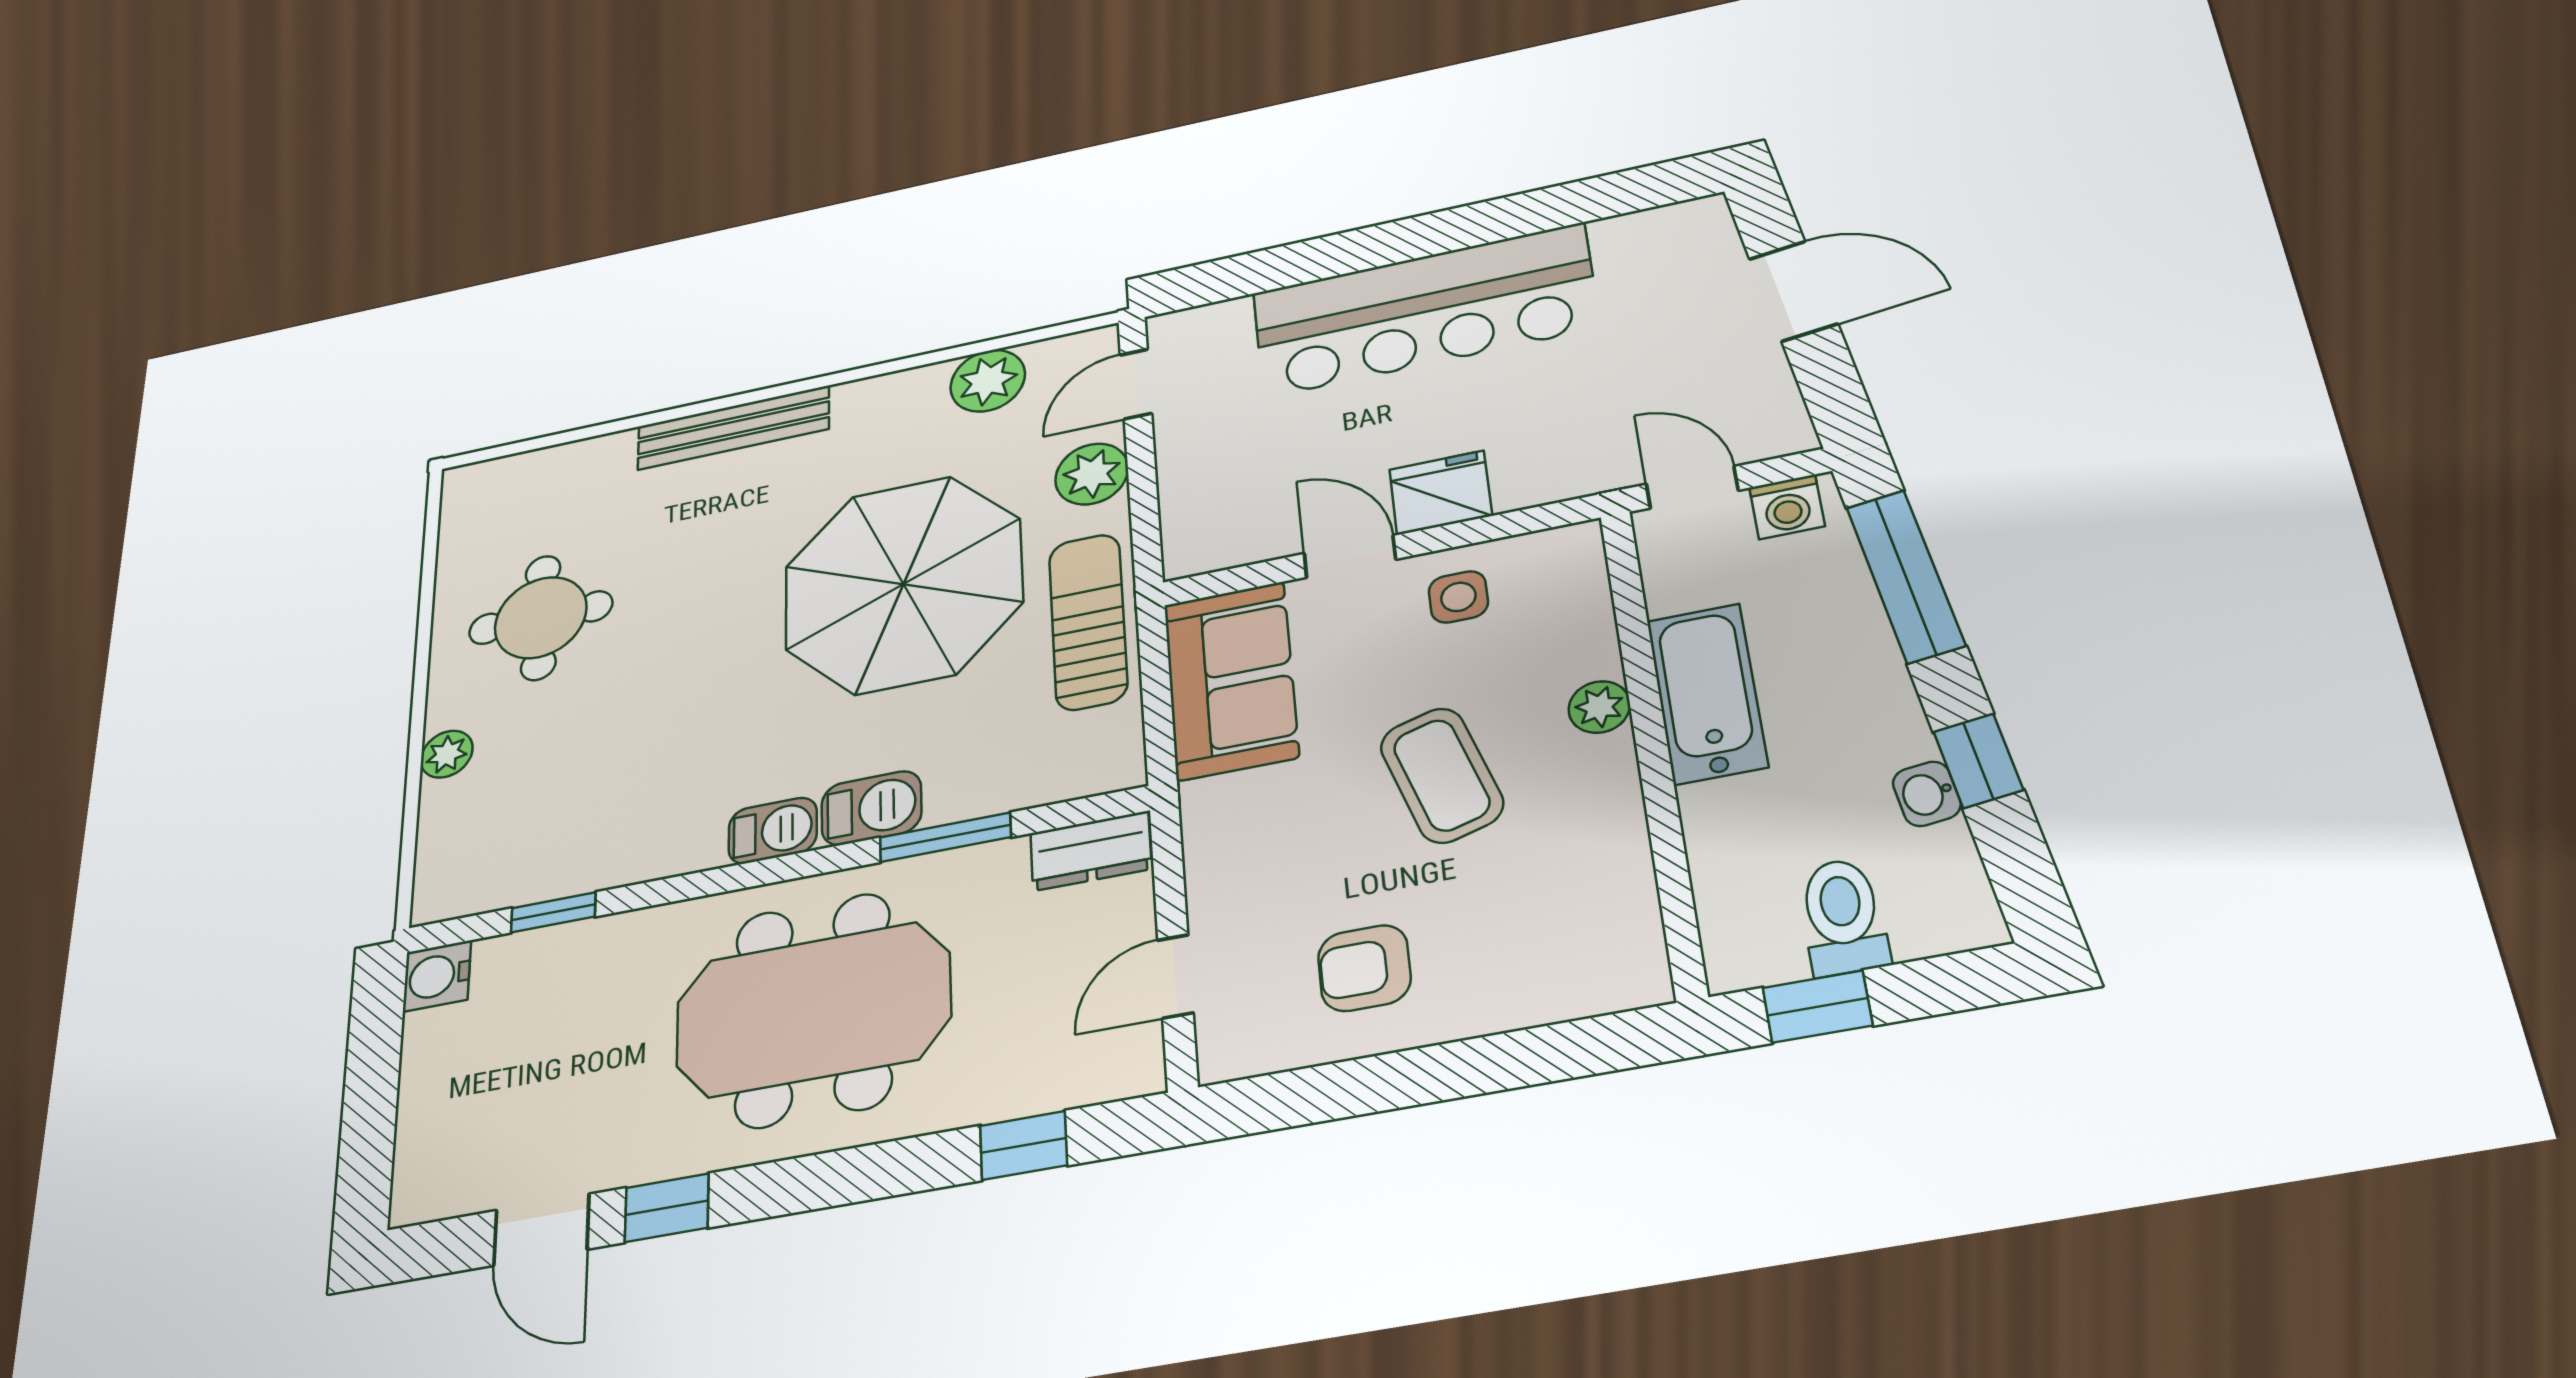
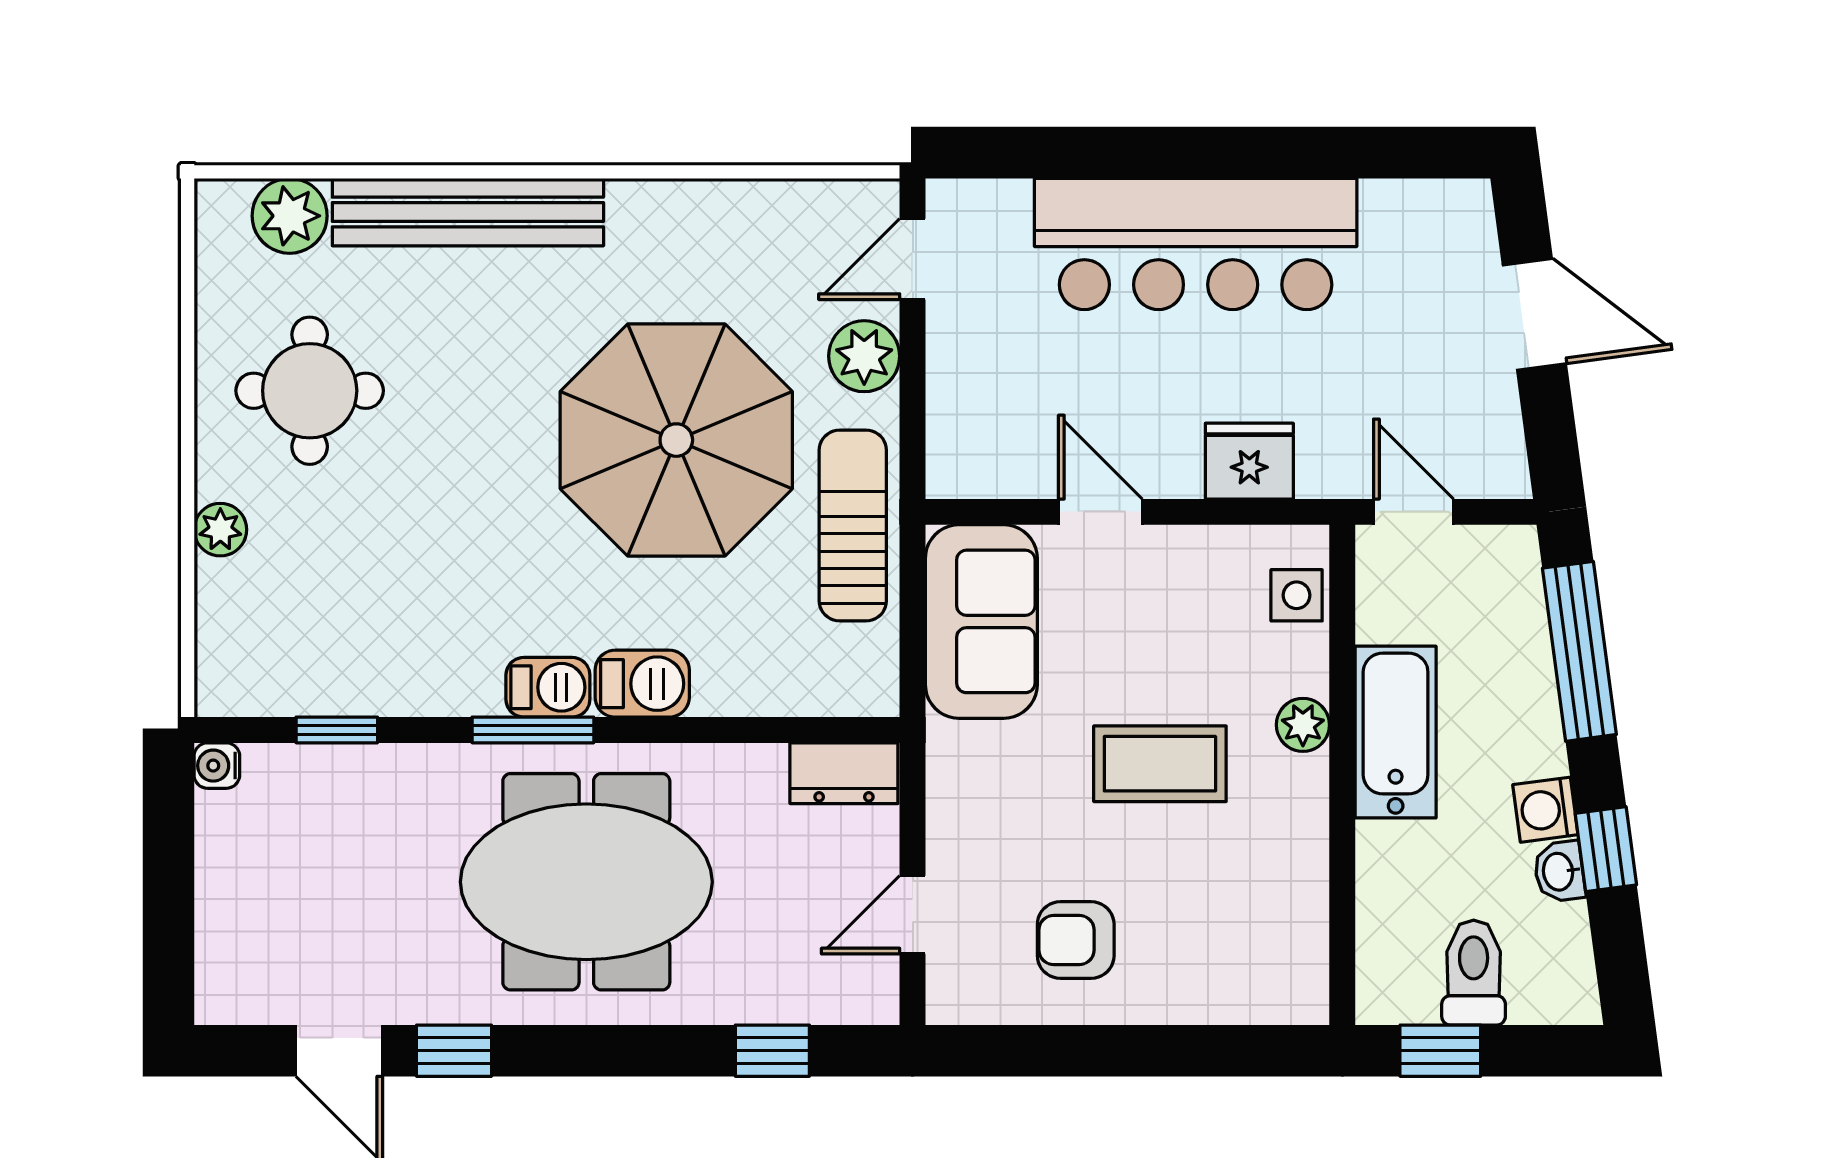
plant: (988, 381) -> (290, 216), moved
bench: (733, 428) -> (468, 212), width x1.37, depth x1.21
fridge: (1441, 493) -> (1249, 461), moved
washing machine: (1787, 507) -> (1545, 810), moved, turned 82
side table: (1458, 597) -> (1297, 595), moved
coffee table: (1442, 775) -> (1160, 764), turned -73
window: (945, 837) -> (533, 730), moved
water cooler: (437, 976) -> (217, 766), width x0.72, depth x0.72

